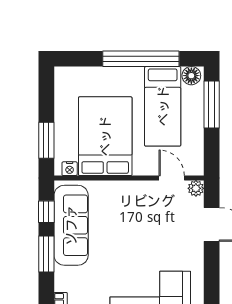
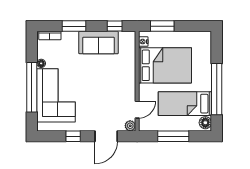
window: (212, 105) -> (173, 136), moved
sofa: (71, 225) -> (99, 43), width x0.73
window: (46, 254) -> (74, 26), moved
window: (212, 274) -> (73, 136), added

